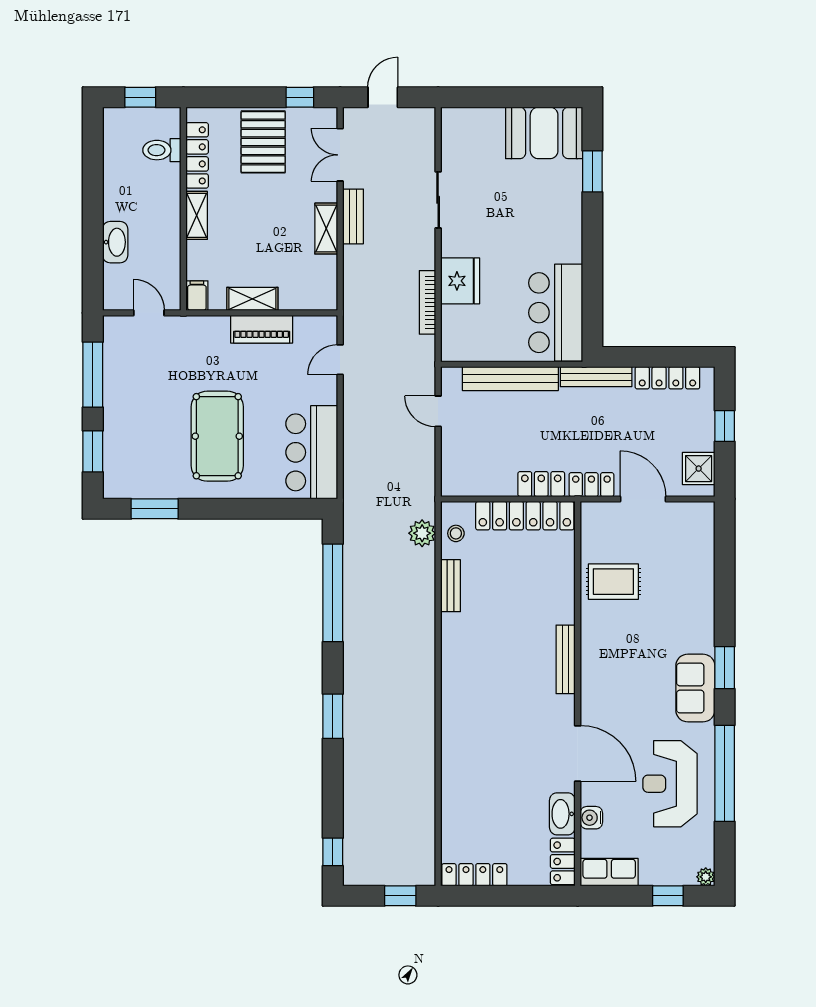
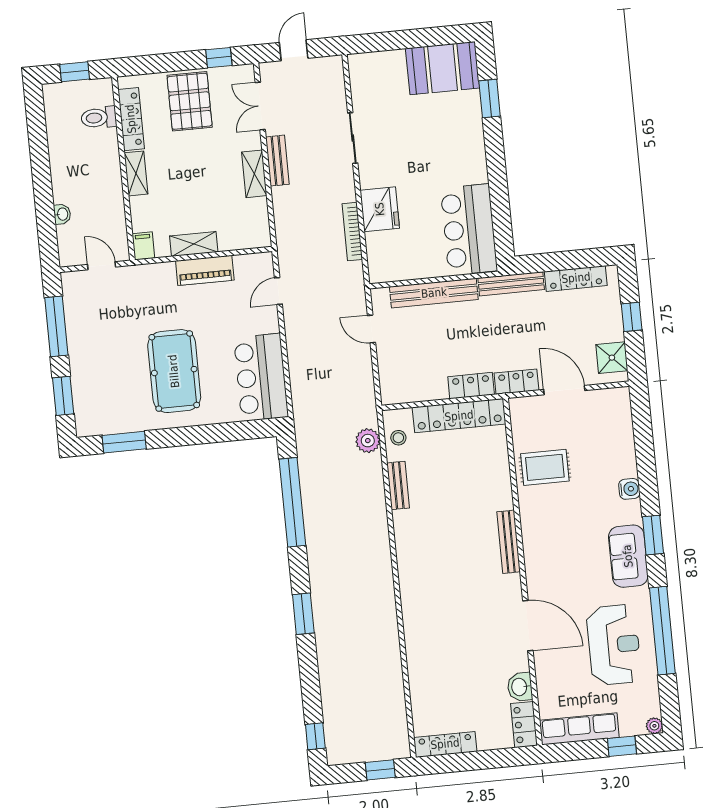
washbasin: (115, 242) -> (62, 214), width x0.52, depth x0.69
reception desk: (670, 784) -> (614, 645), turned 180
washbasin: (562, 814) -> (520, 687), width x0.72
water cooler: (591, 818) -> (629, 489), moved, turned 180
row of seats: (609, 872) -> (579, 729), width x1.48

